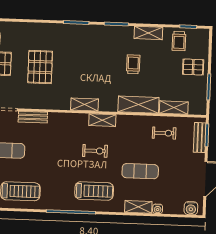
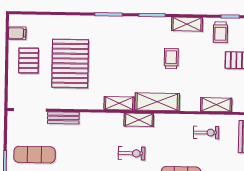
pallet: (40, 67) -> (70, 63), width x1.37, depth x1.41
shelving: (138, 105) -> (157, 102), moved

